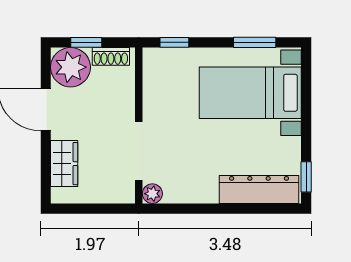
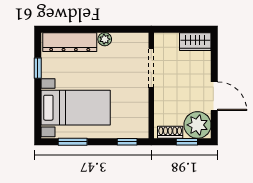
wardrobe: (64, 164) -> (195, 42), moved, turned -90
window: (306, 177) -> (38, 68), moved
plant: (152, 194) -> (105, 39), moved

